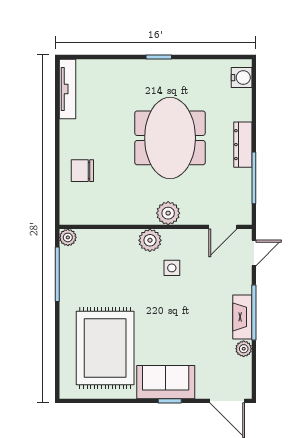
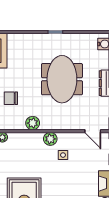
plant: (168, 213) -> (33, 123), moved
door: (223, 227) -> (93, 131), hinge flipped

